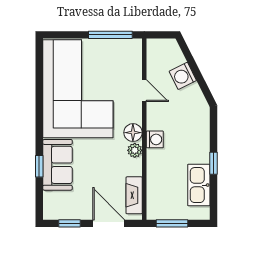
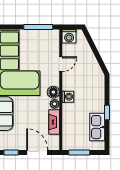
washing machine: (183, 76) -> (69, 36), moved, turned -63
door: (144, 91) -> (61, 64), hinge flipped
fireplace: (134, 195) -> (54, 122), moved

